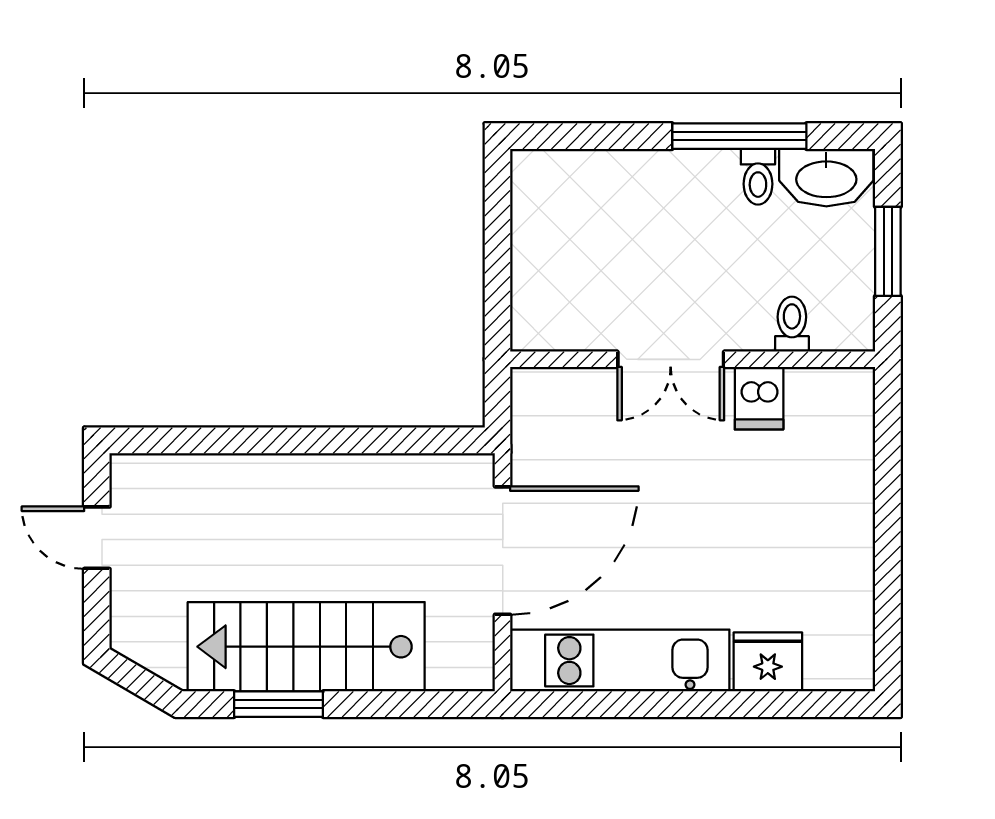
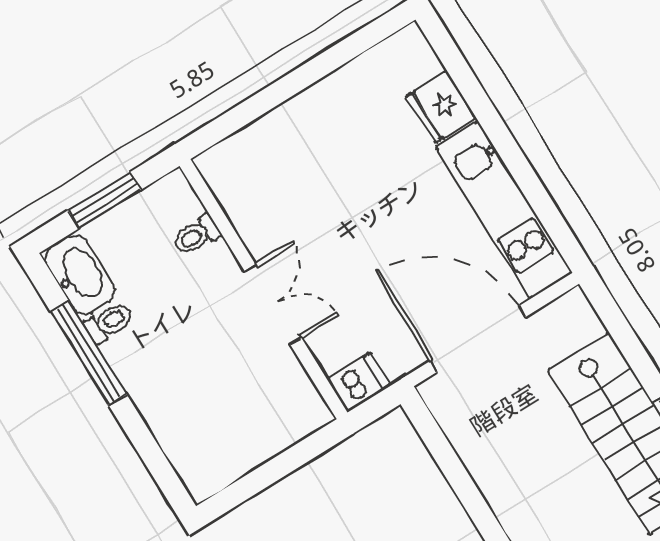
dishwasher: (759, 398) -> (359, 382), moved

